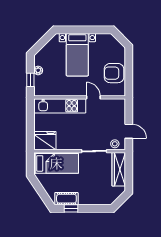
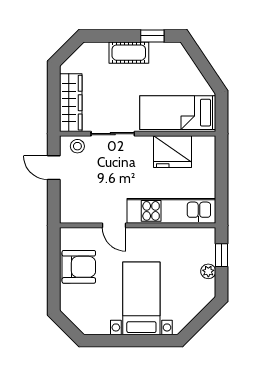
fridge: (45, 141) -> (173, 152), moved
cot: (66, 199) -> (129, 53), moved

